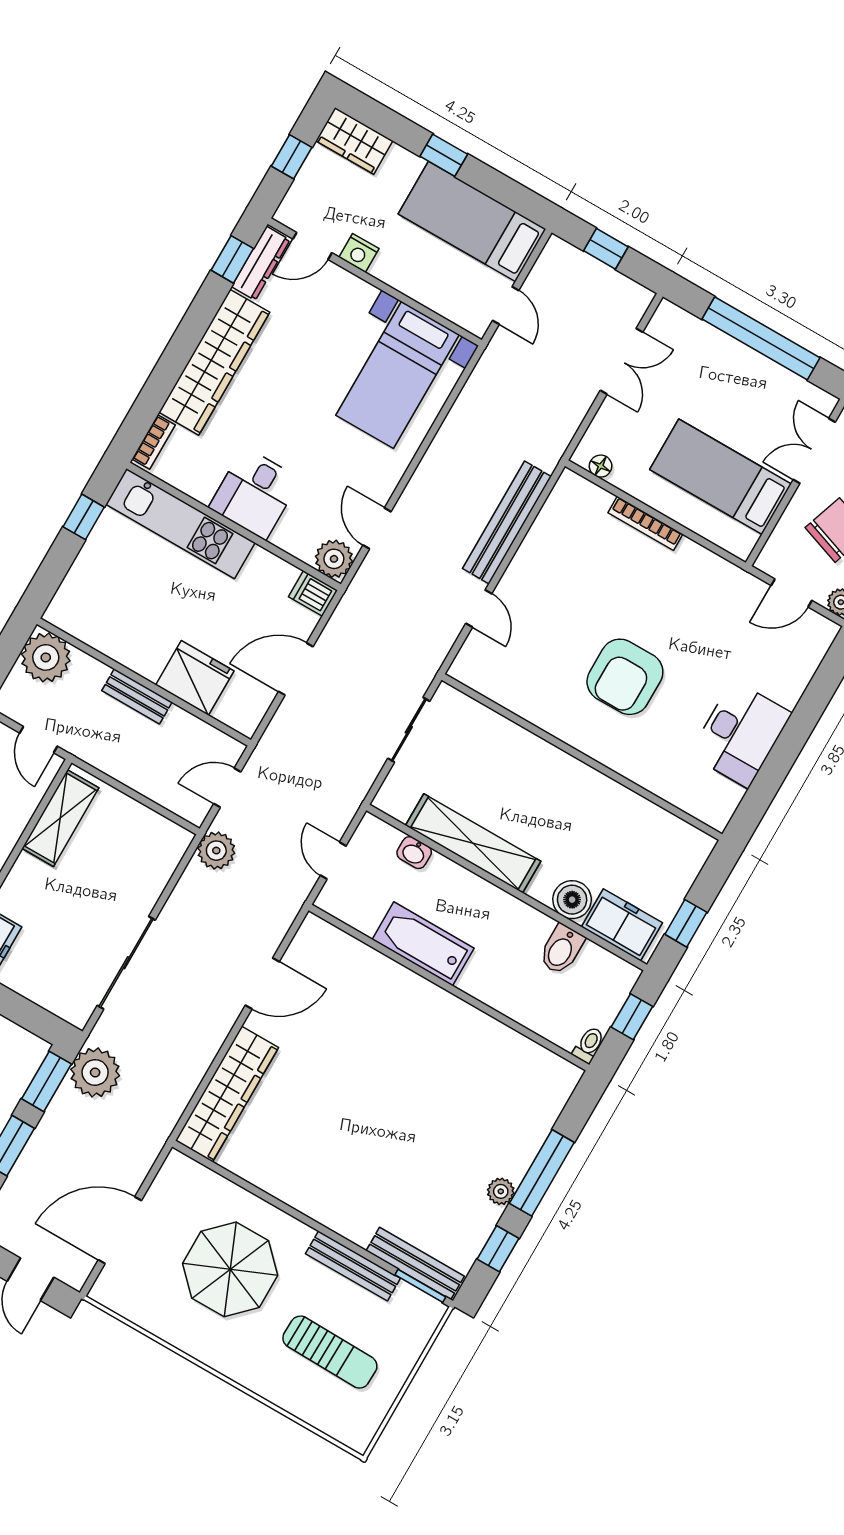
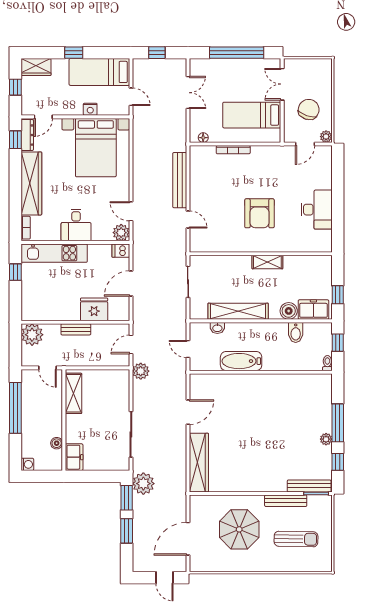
nightstand: (359, 253) -> (90, 109), moved
bed with nightstands: (398, 375) -> (96, 148), width x1.36
shelving: (586, 781) -> (267, 262), added

